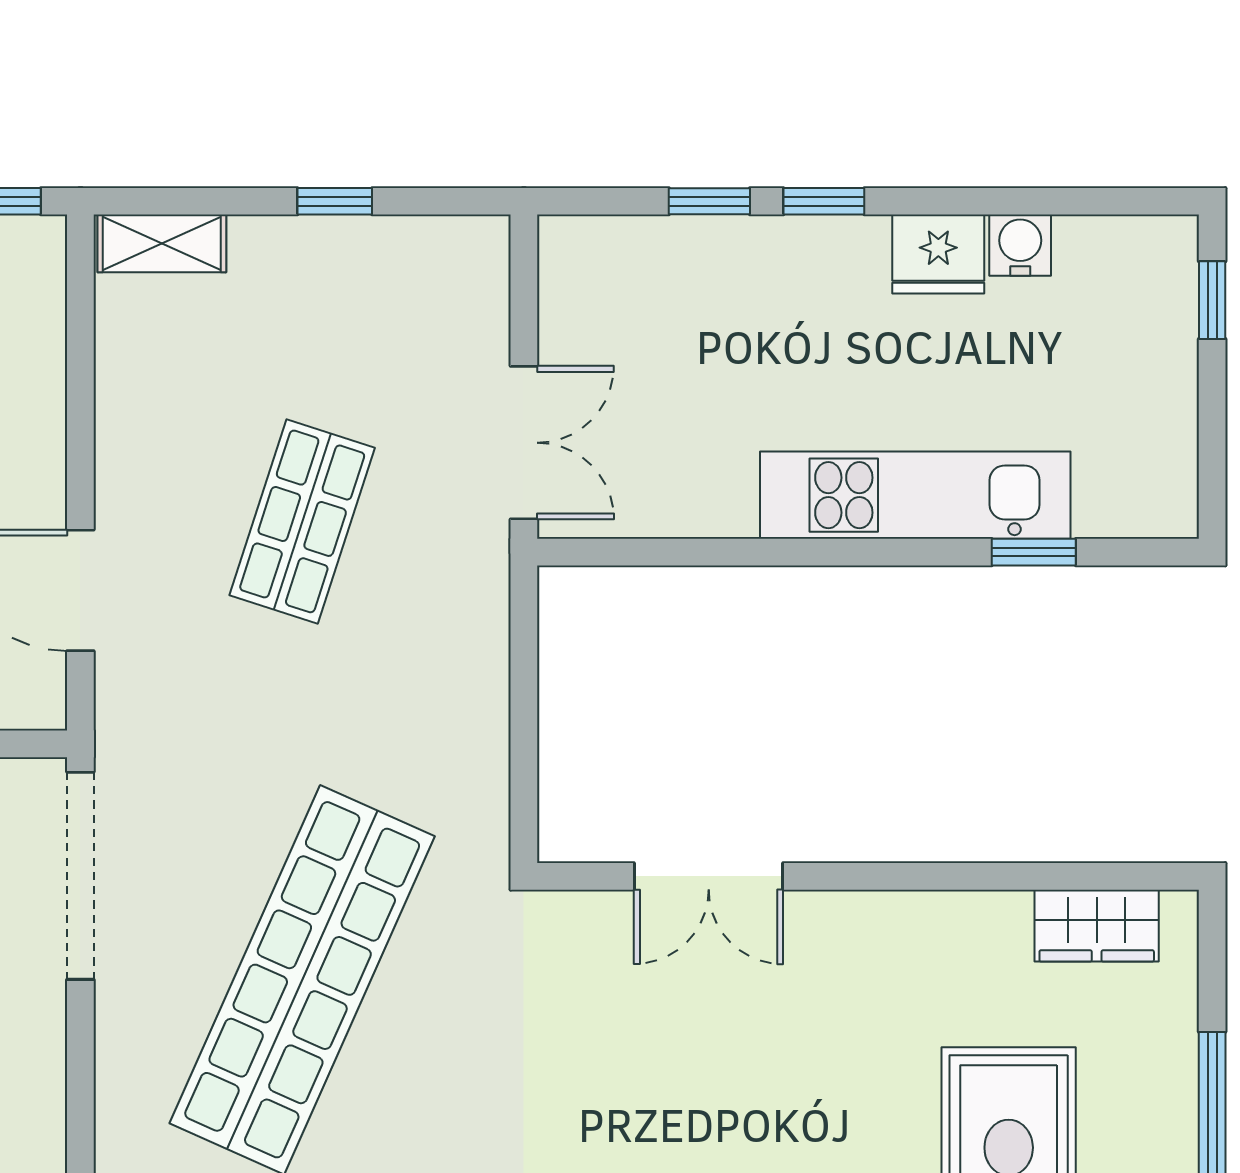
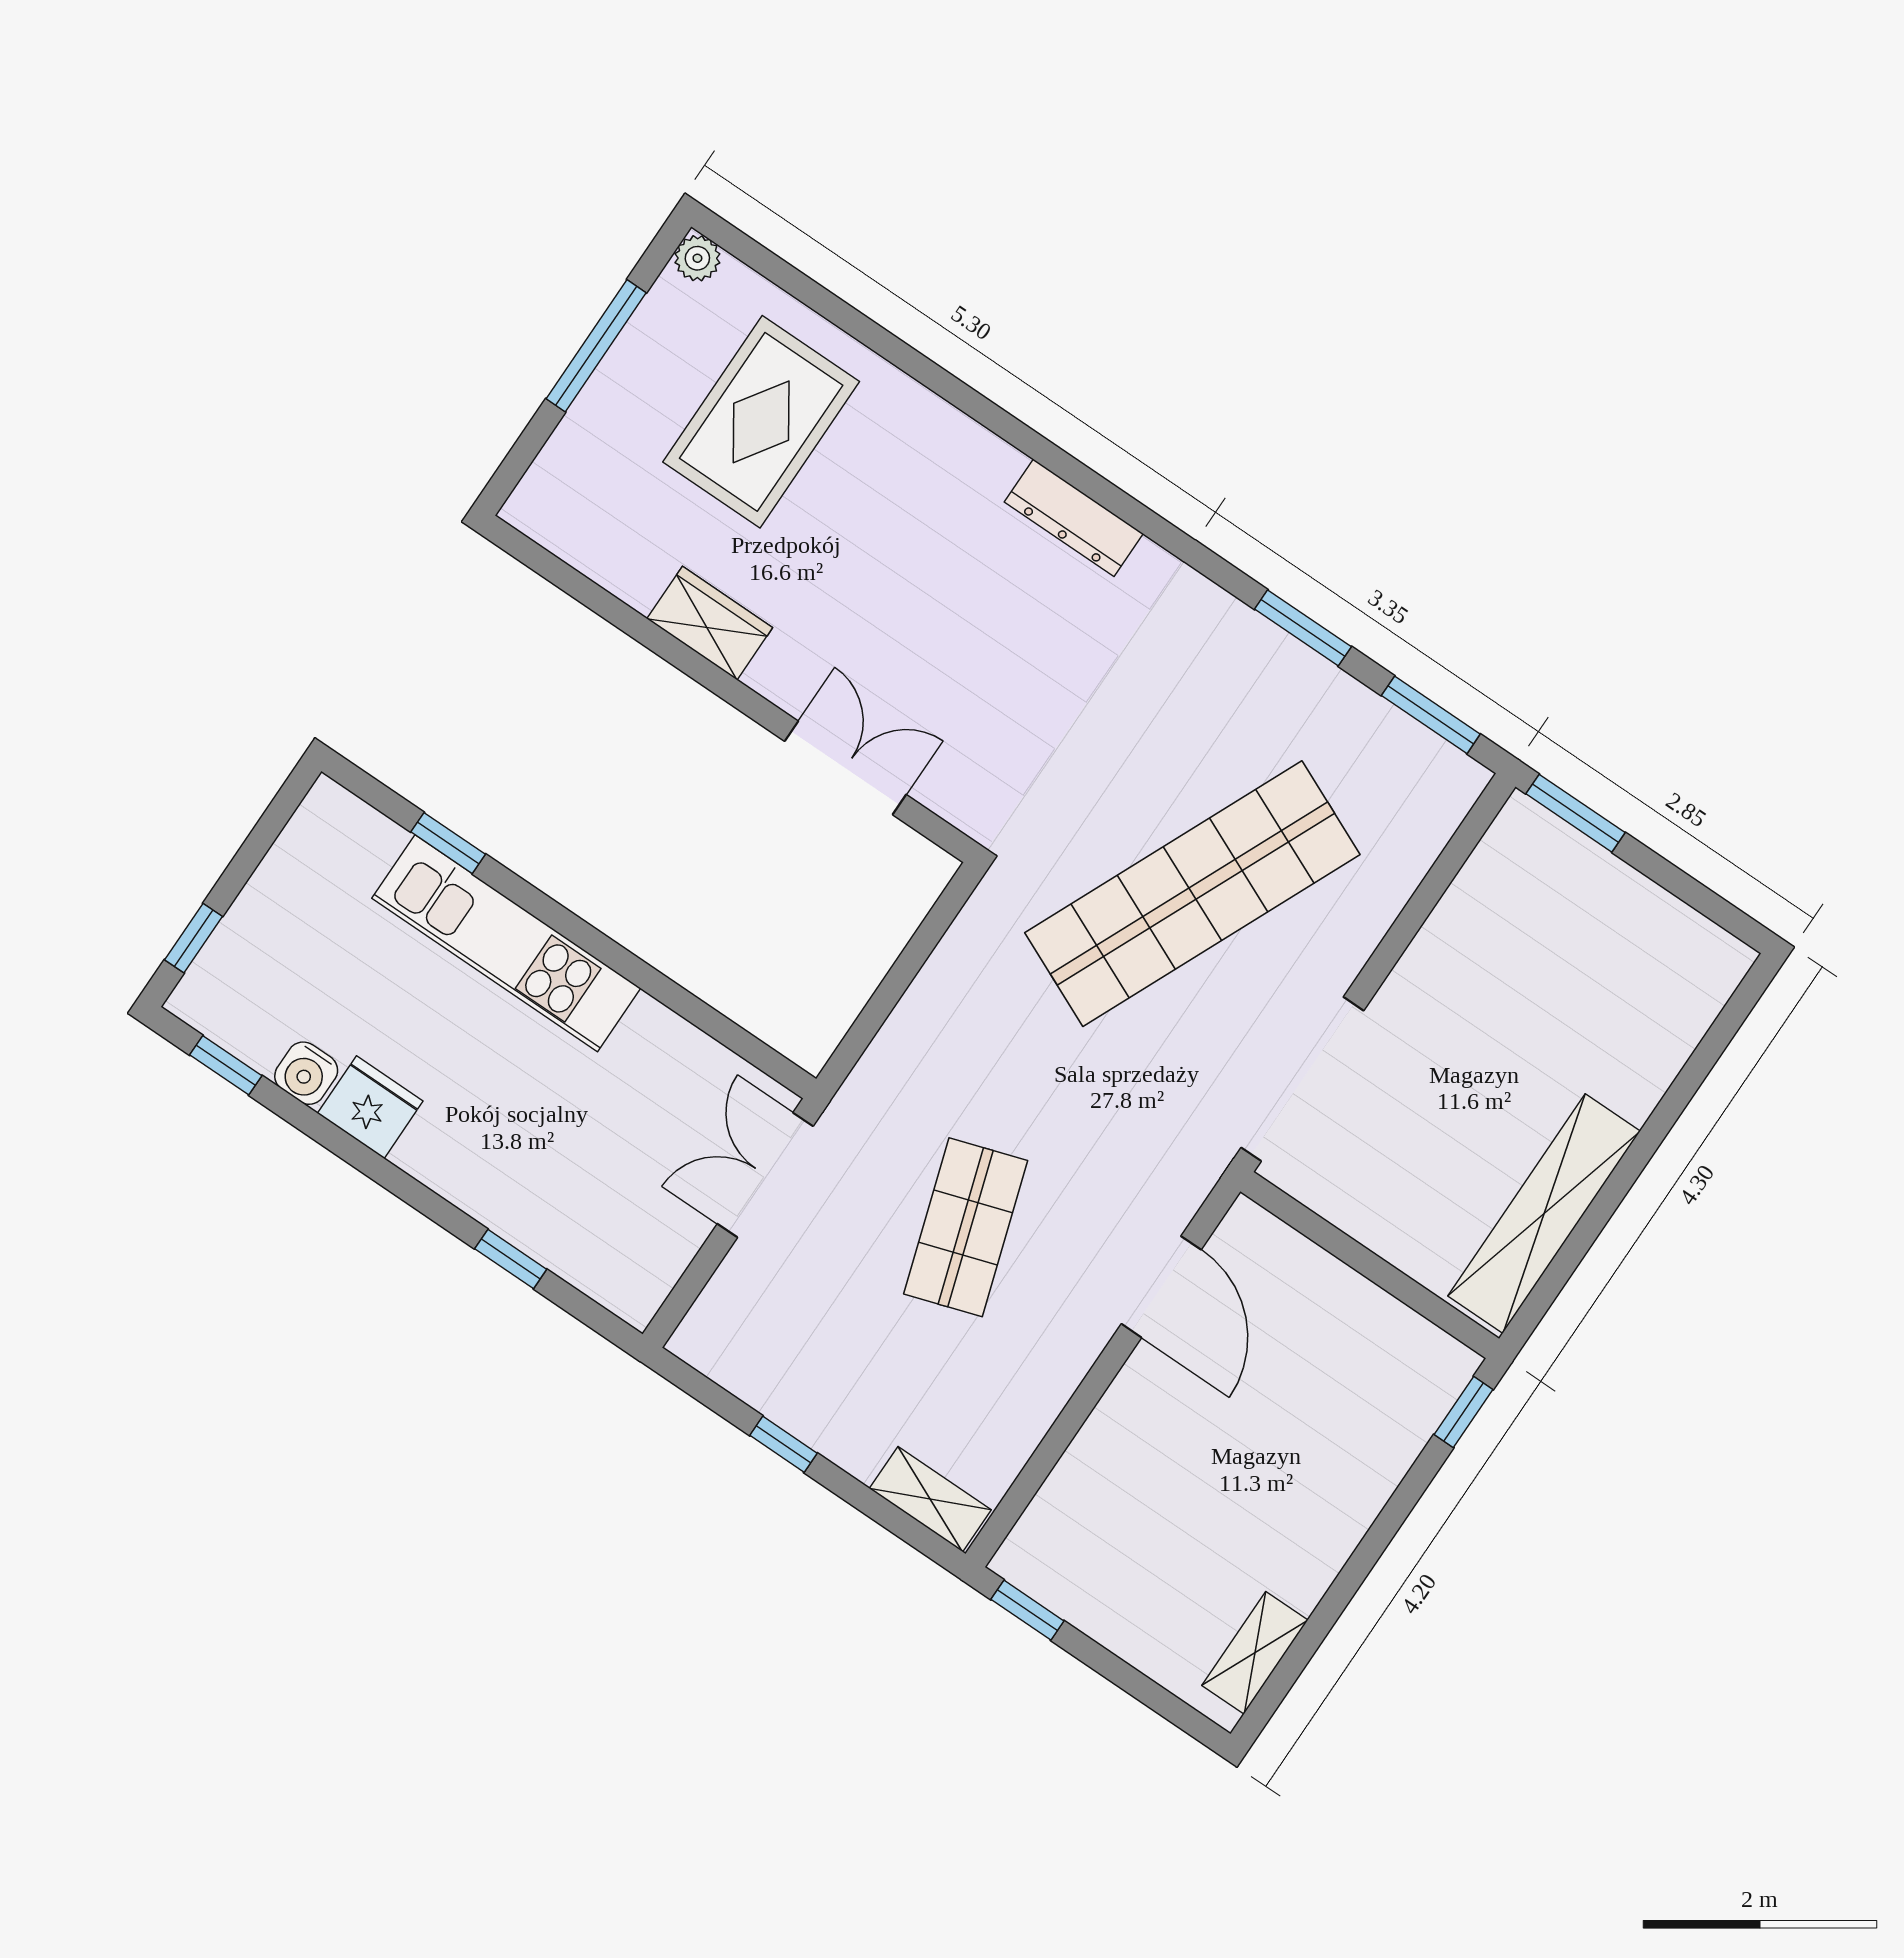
window: (824, 201) -> (226, 1065), moved
shop shelf: (302, 521) -> (966, 1227), turned -36
wardrobe: (1097, 926) -> (710, 623), moved

